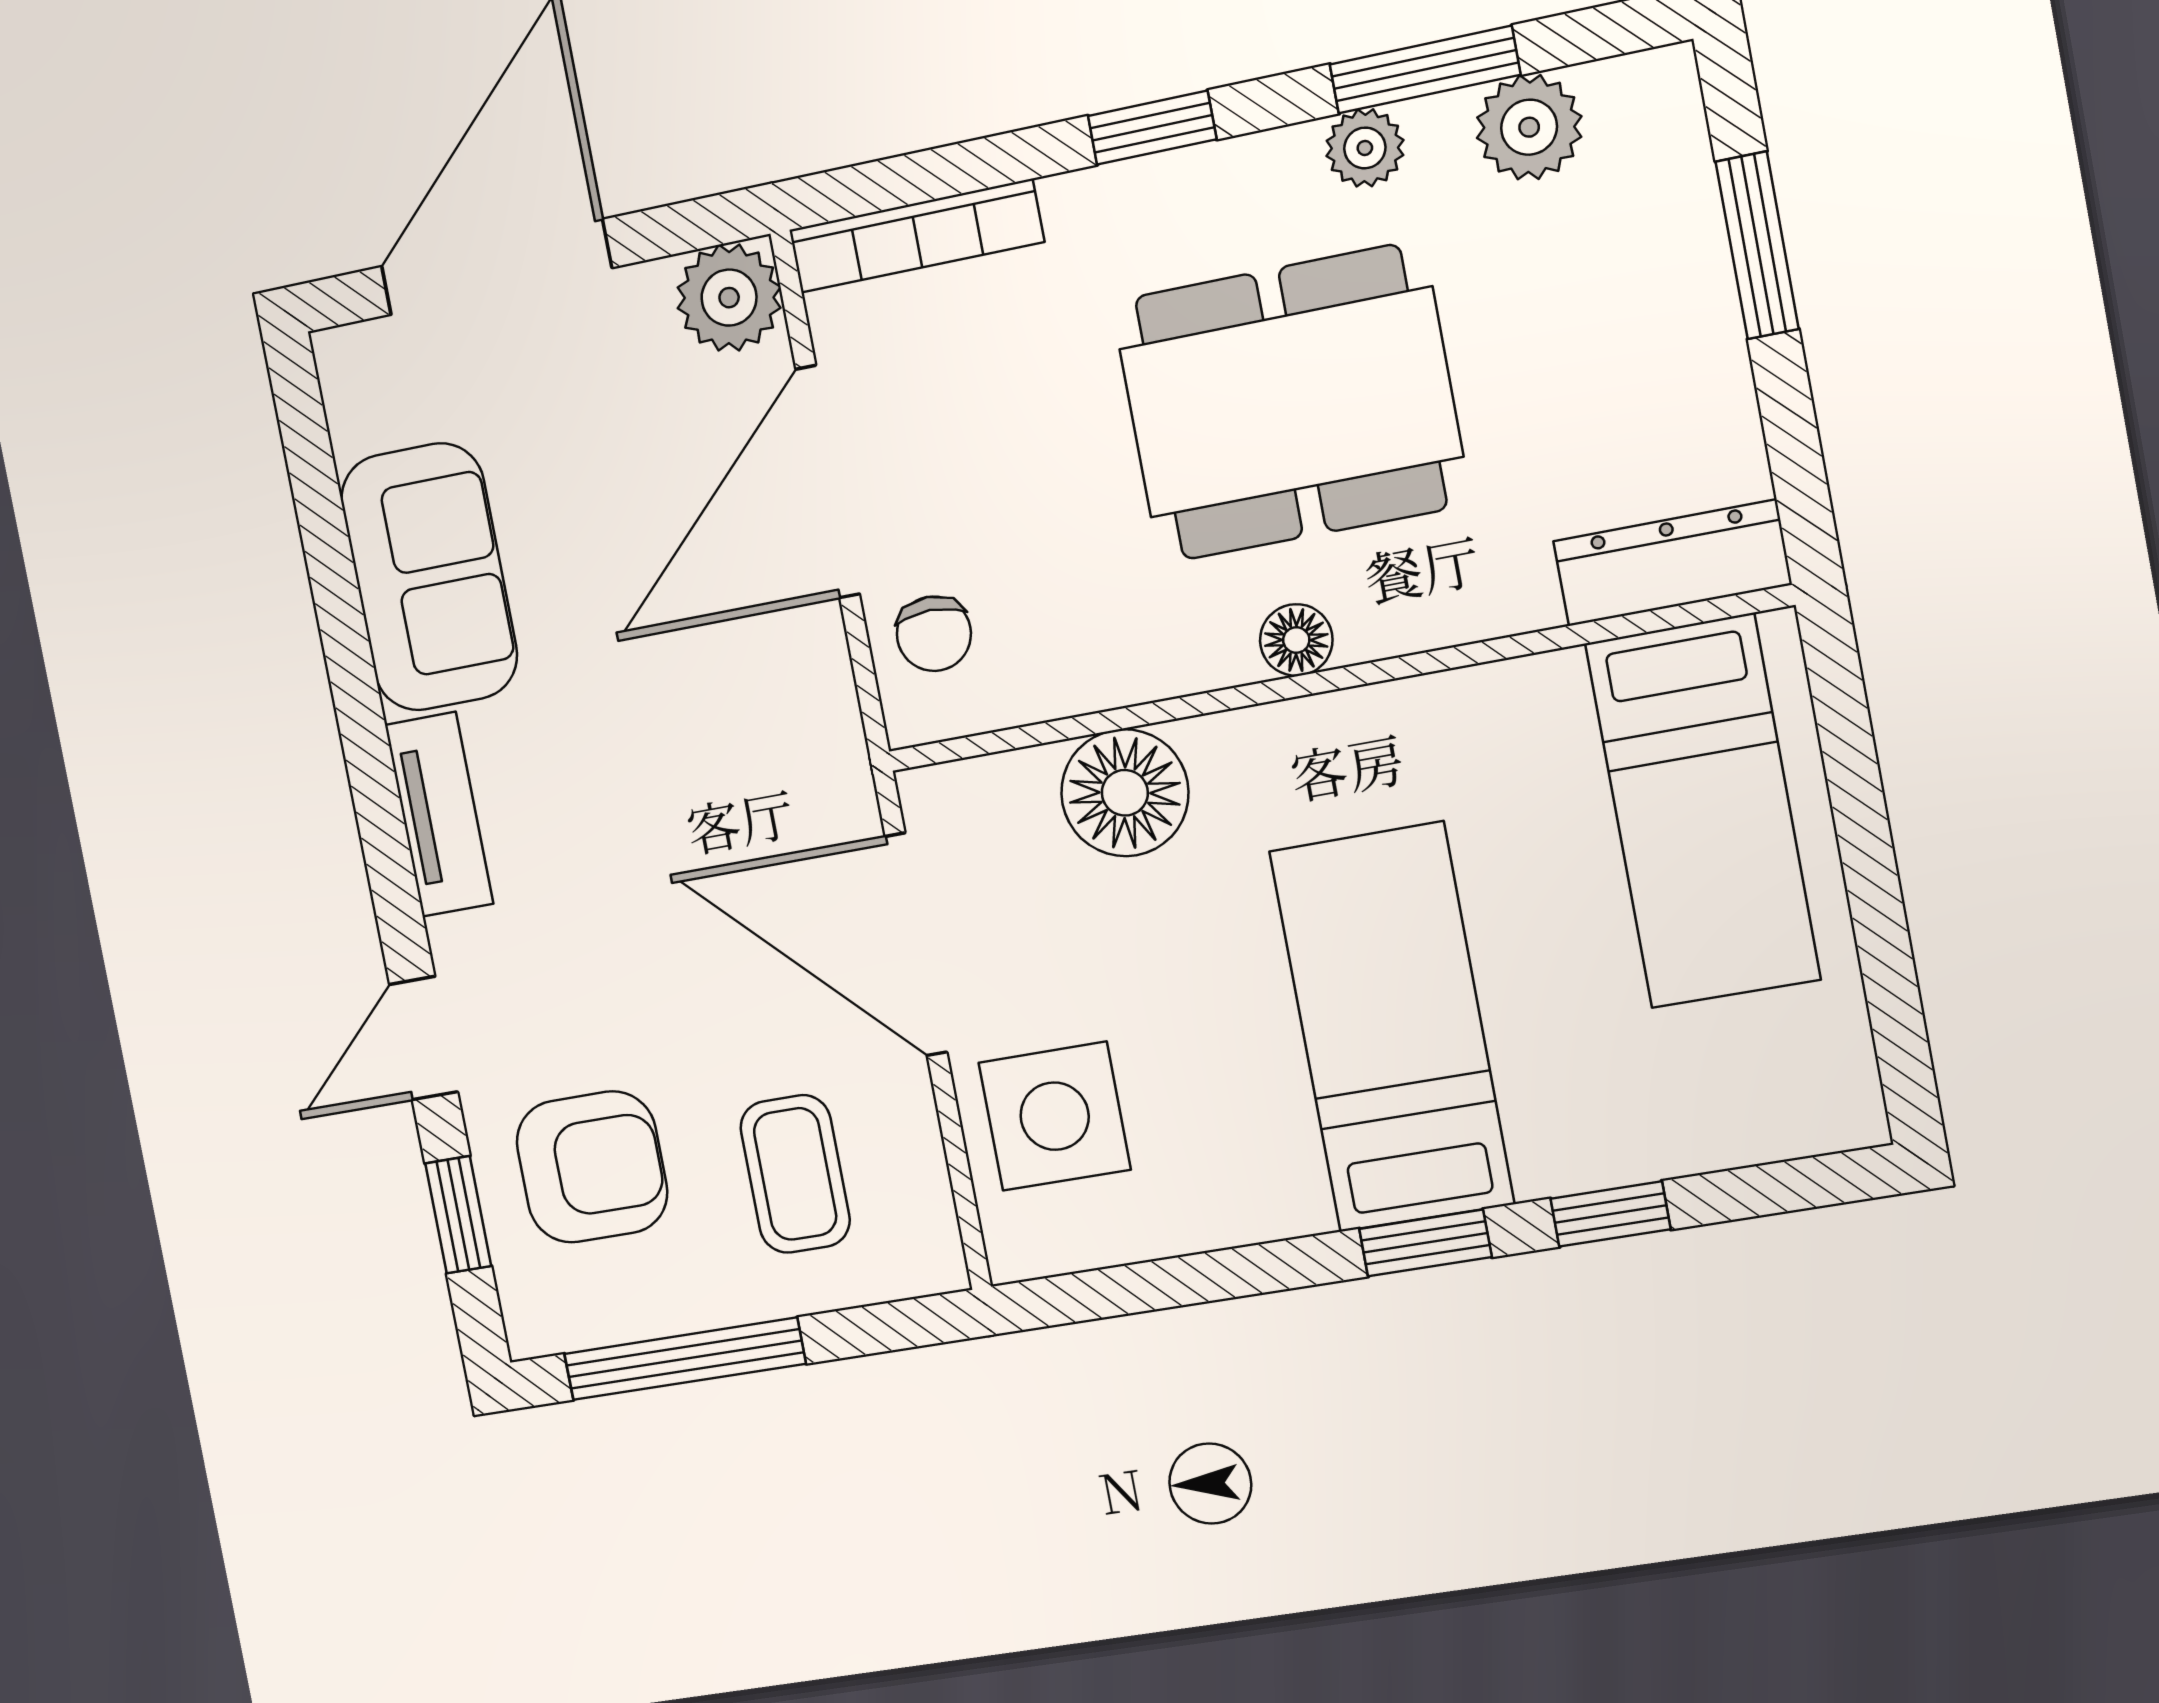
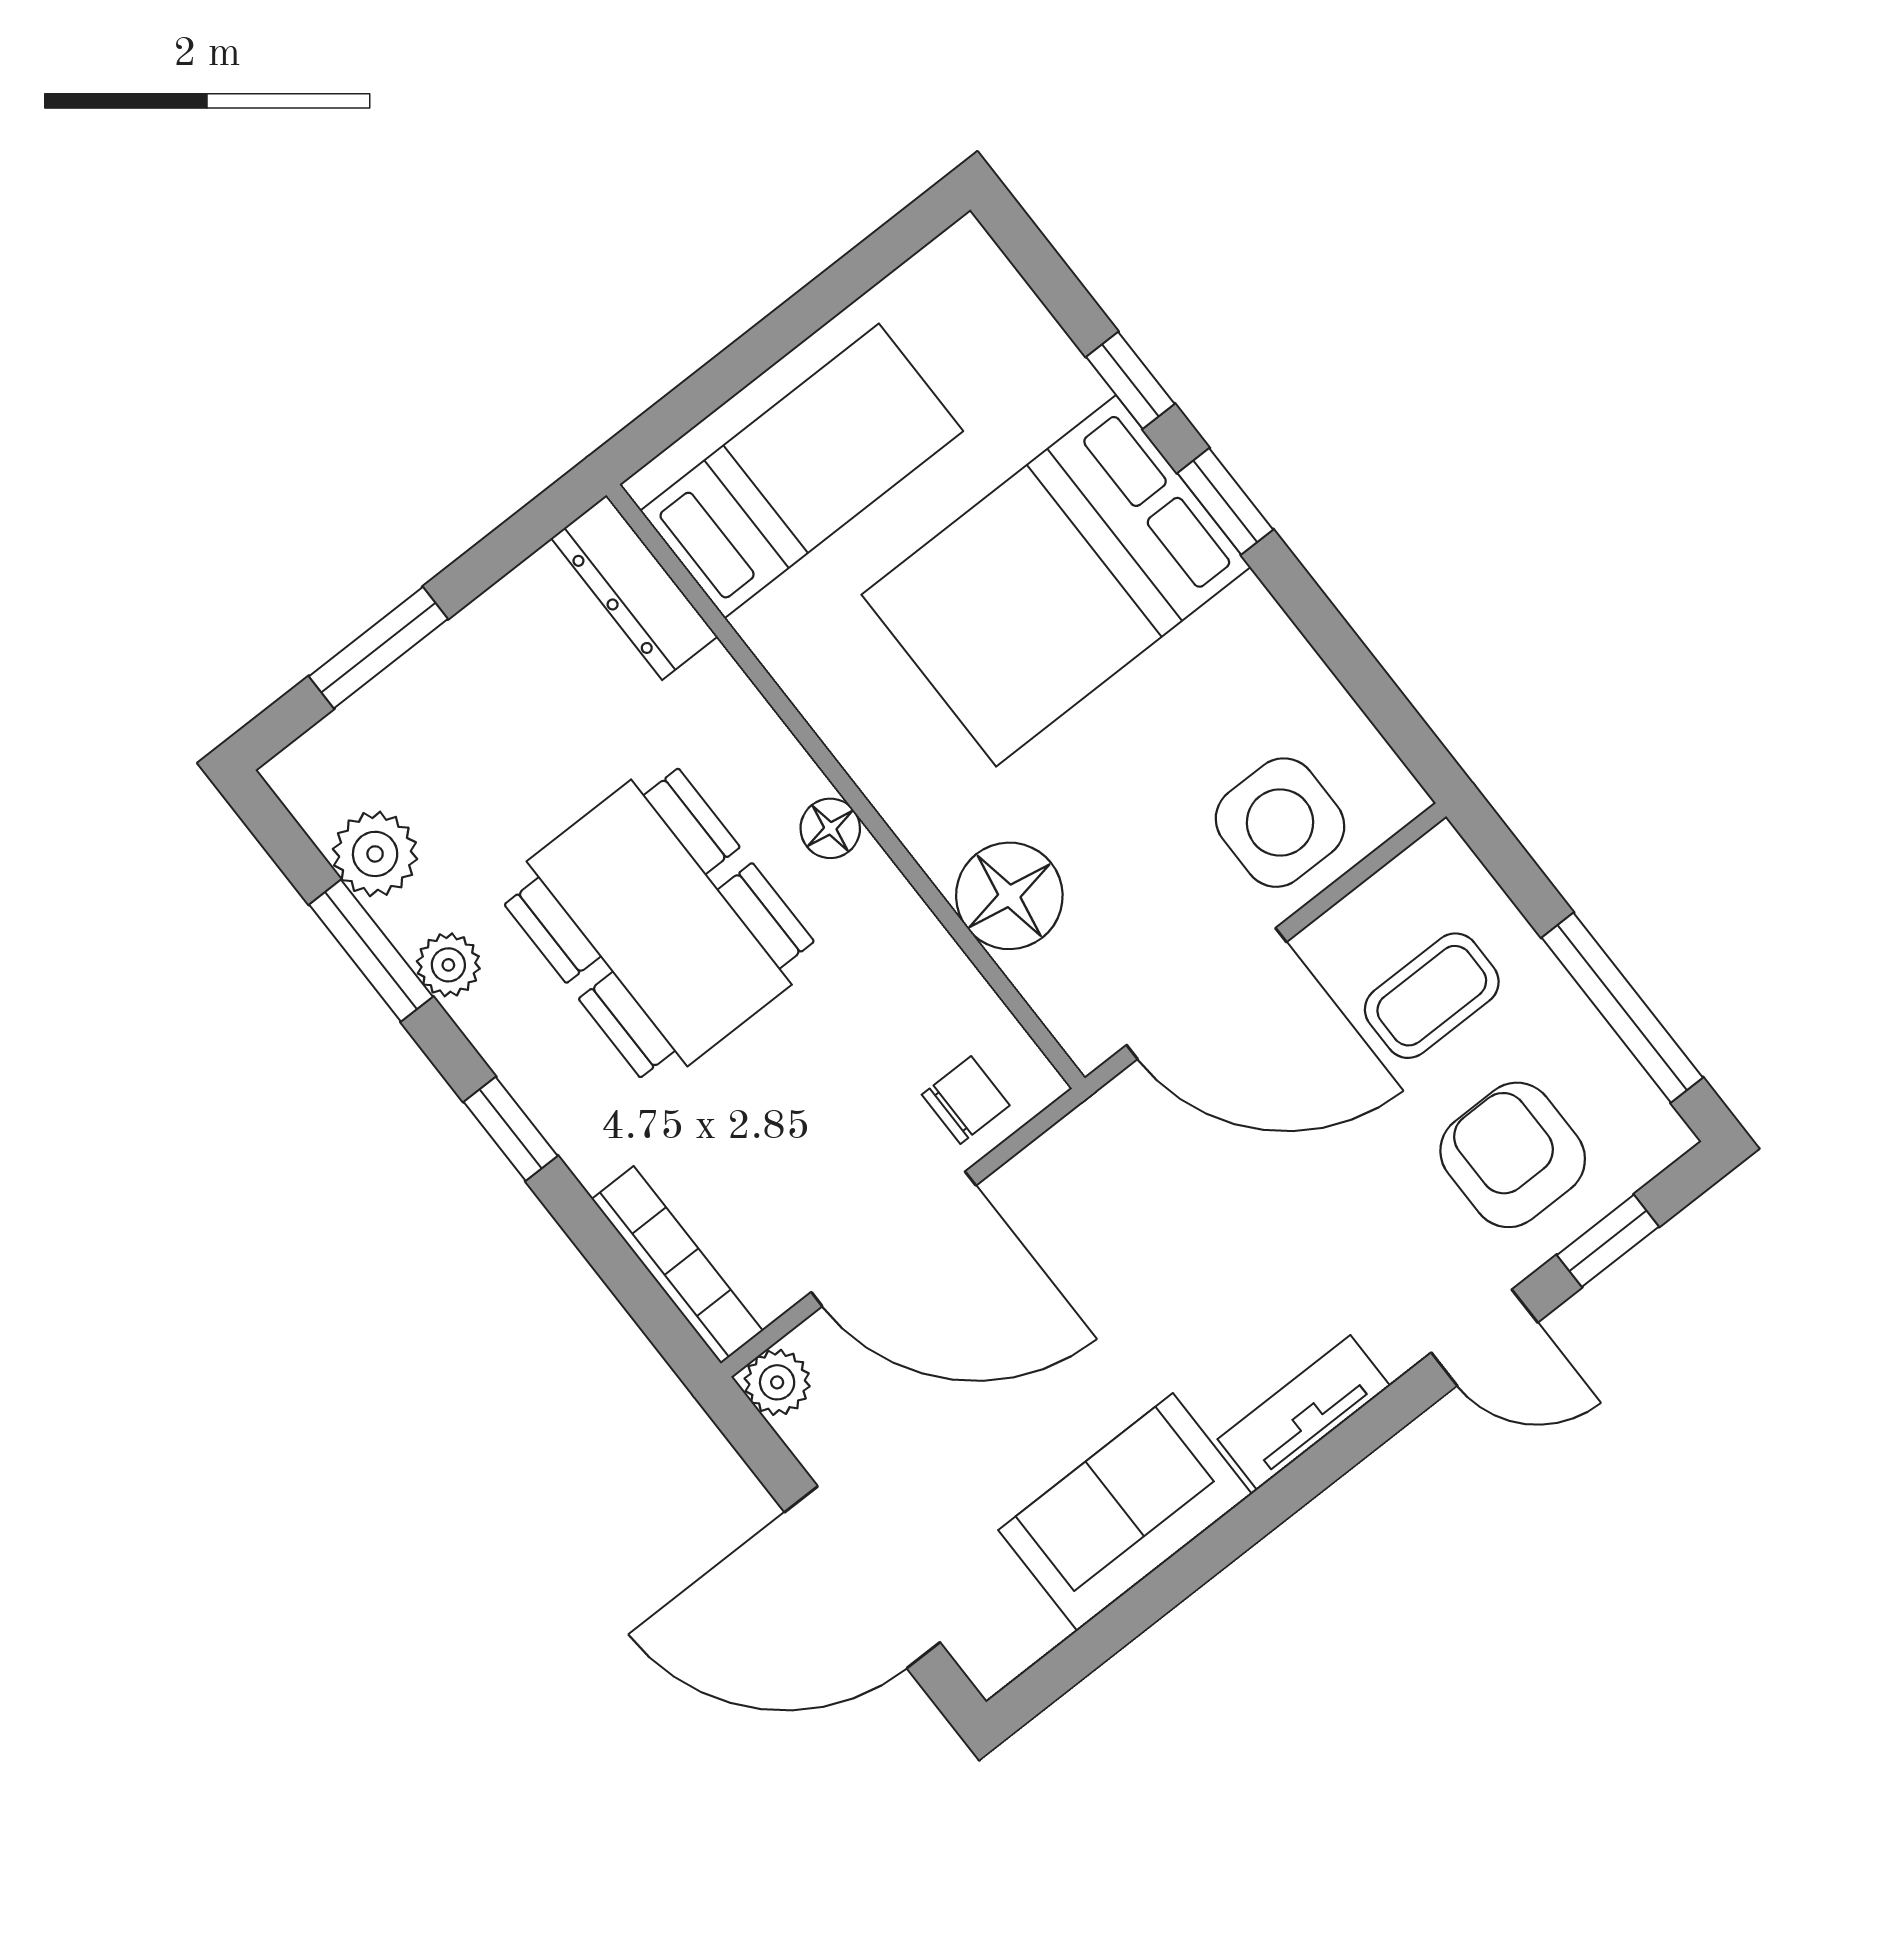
plant: (729, 298) -> (777, 1382), width x0.73, depth x0.73
door: (916, 944) -> (1206, 993), hinge flipped
bed: (1392, 1027) -> (1056, 581), width x1.50

